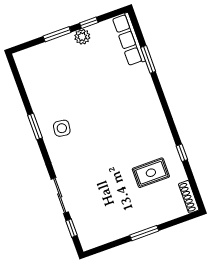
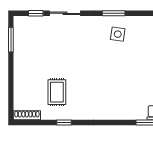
window: (35, 127) -> (114, 13), moved
window: (144, 233) -> (11, 40), moved

